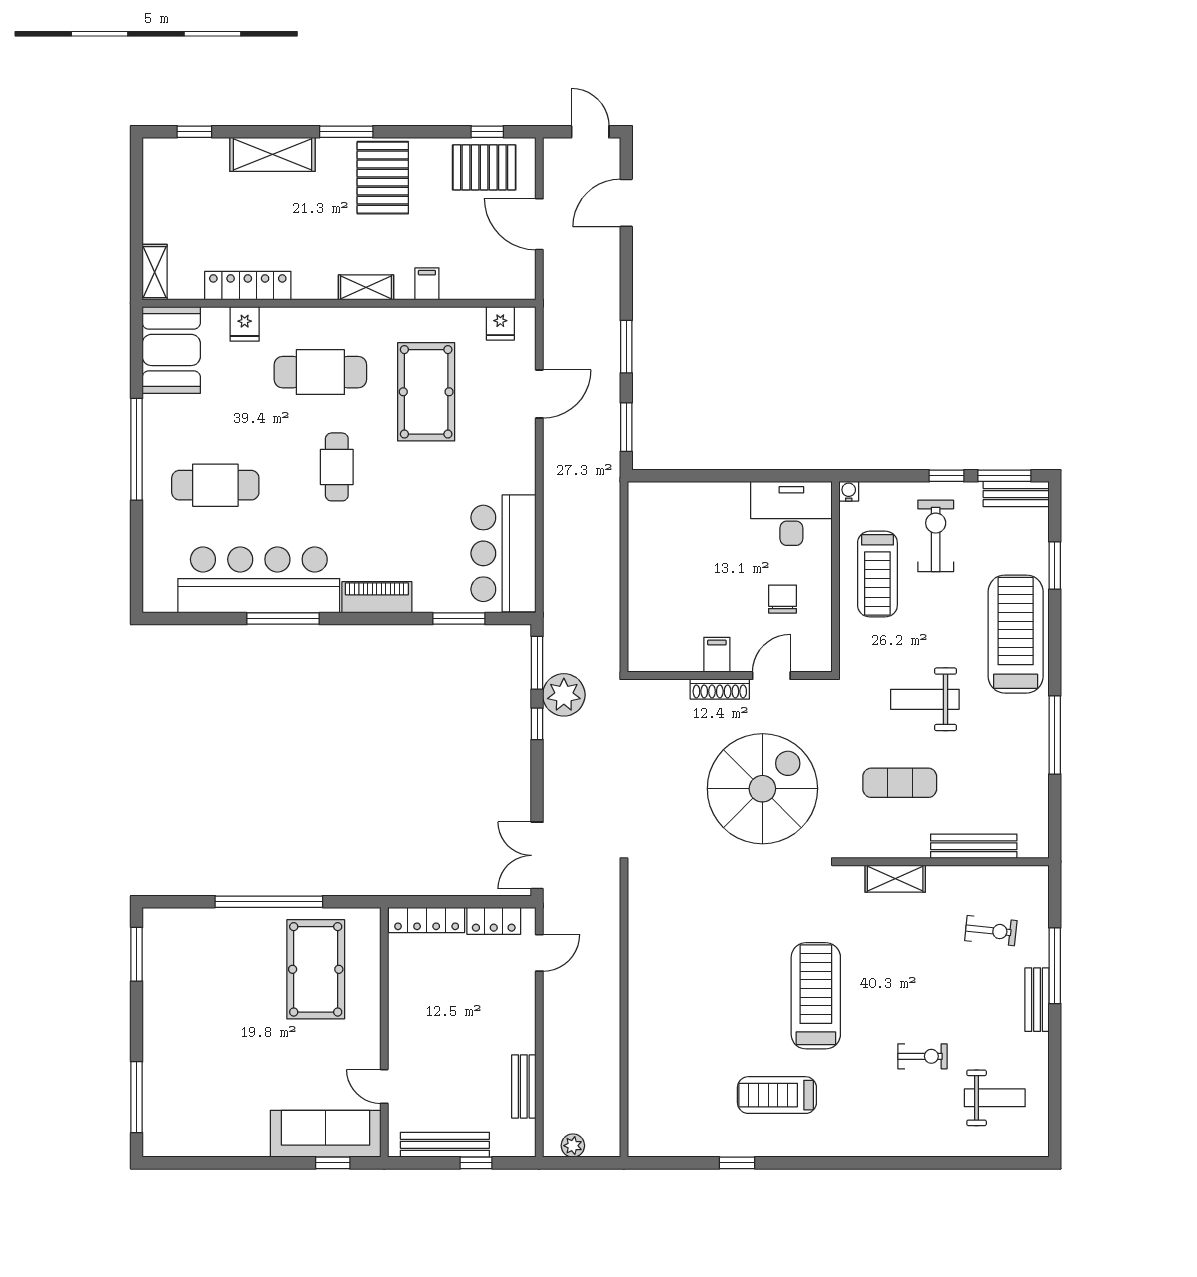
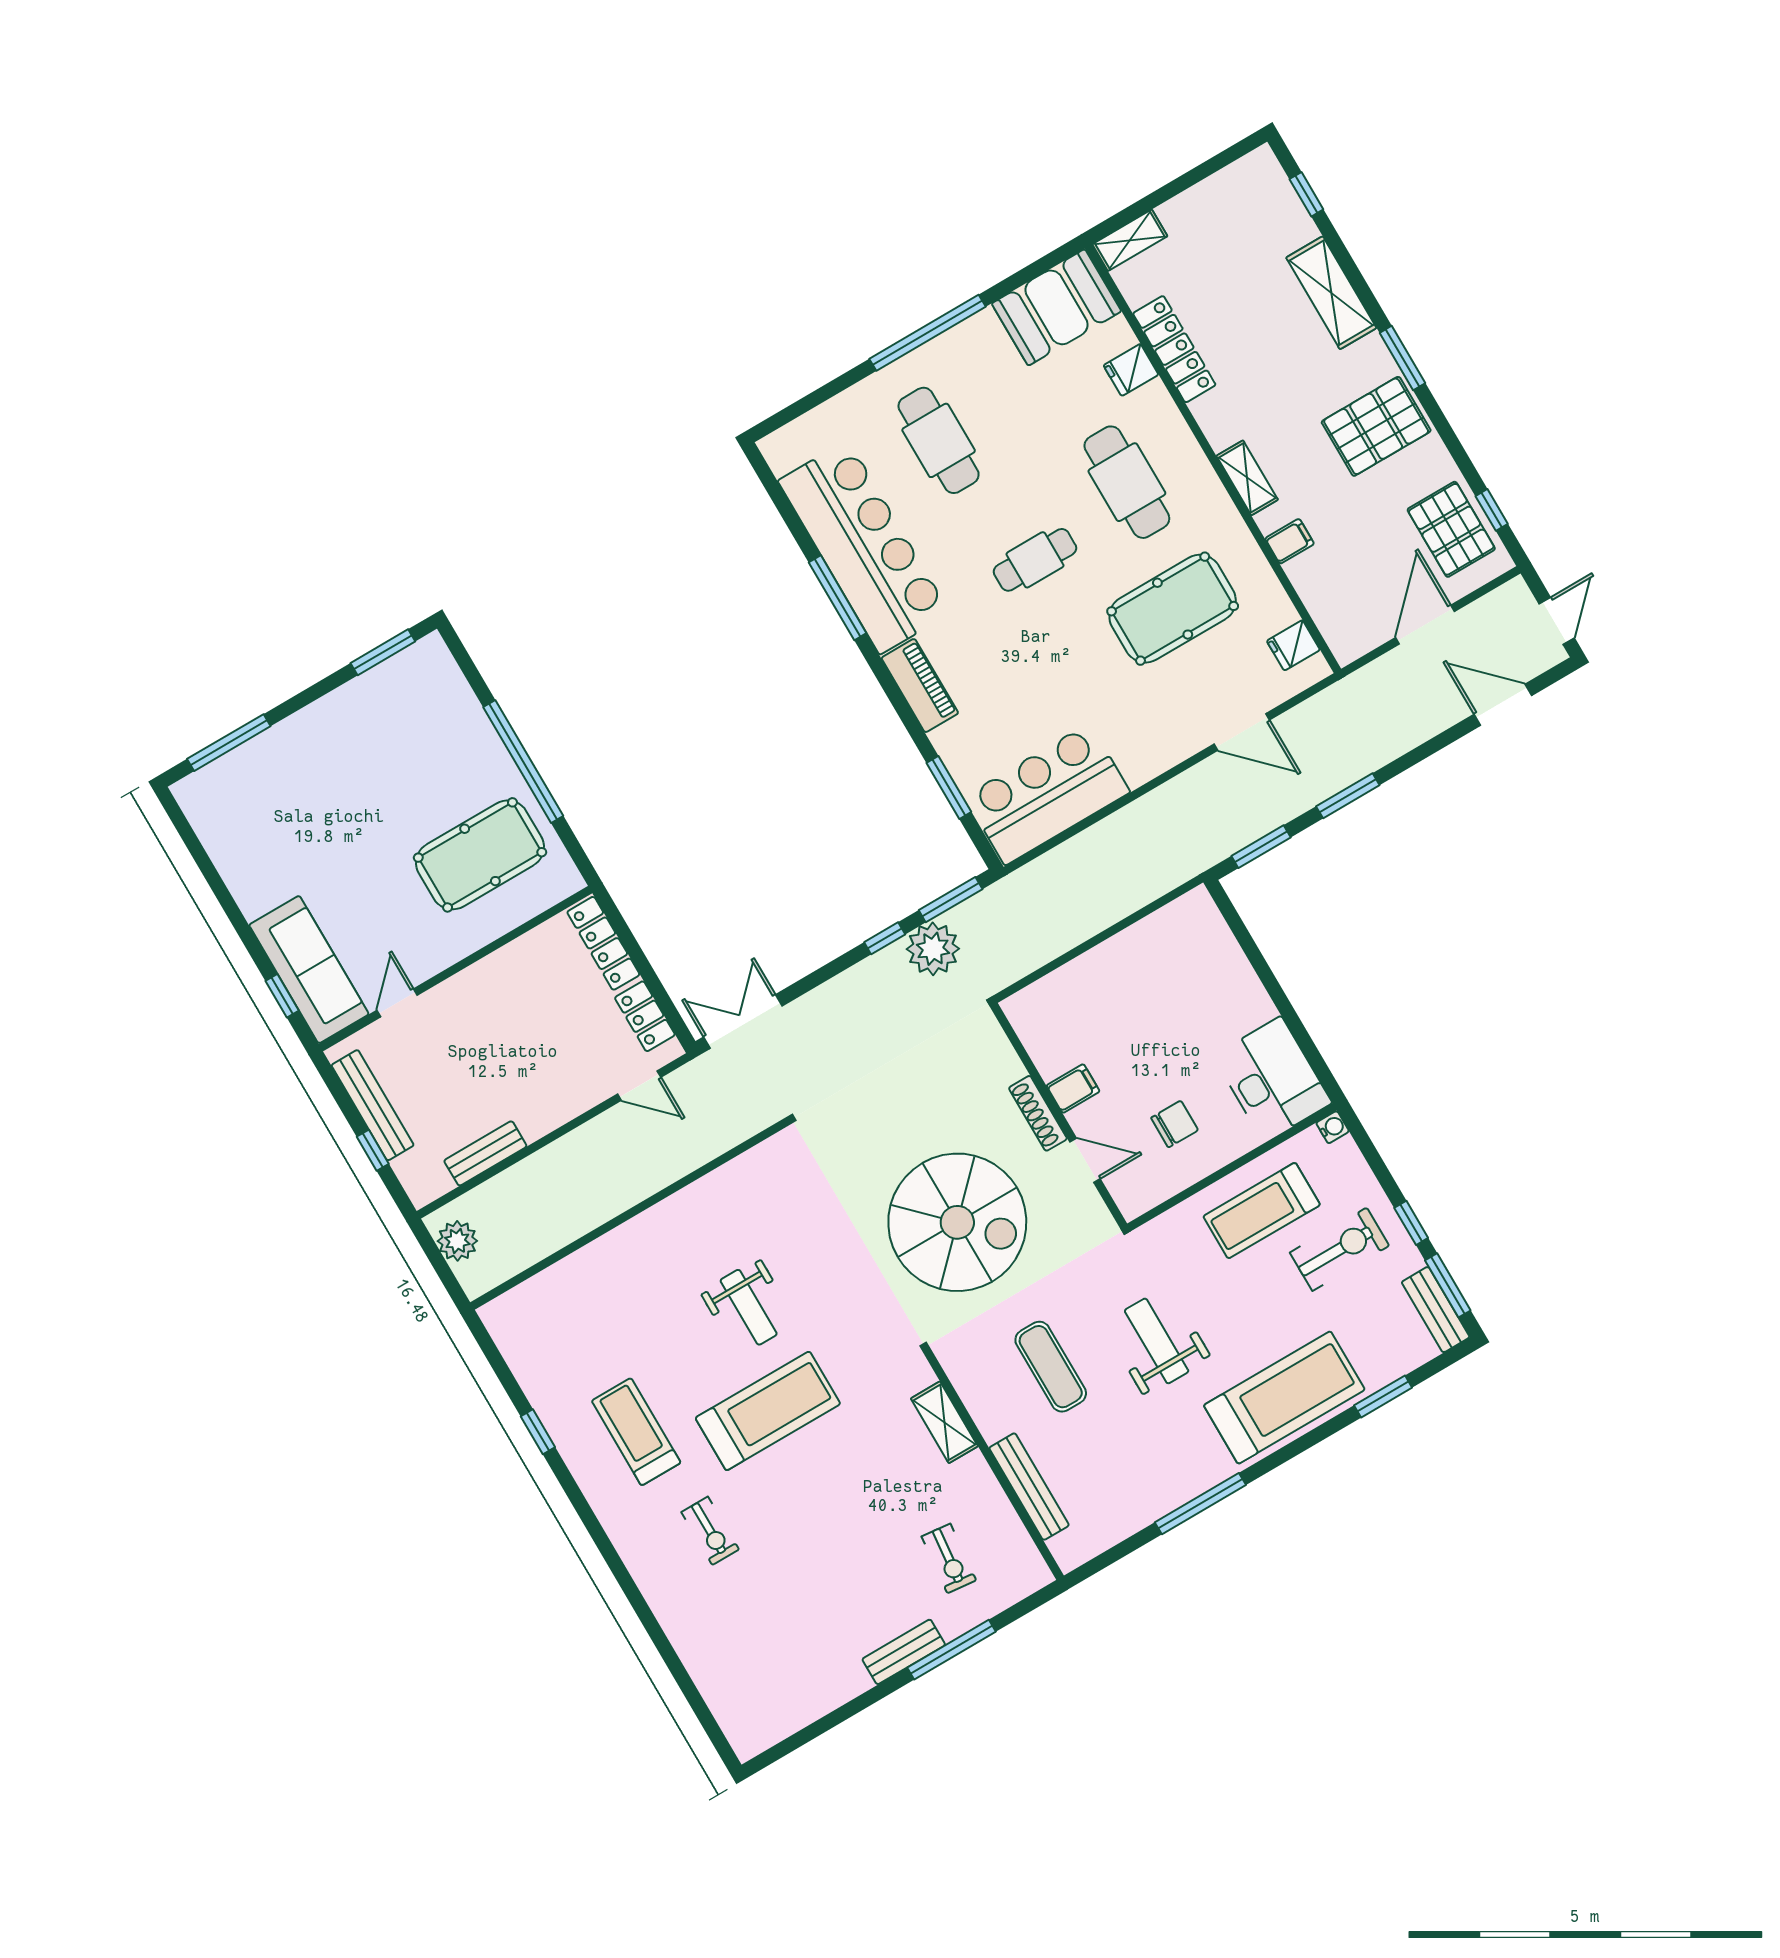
exercise bike: (922, 1056) -> (710, 1531), moved
weight bench: (995, 1098) -> (749, 1307), moved
plant: (573, 1146) -> (457, 1241), width x1.38, depth x1.38

